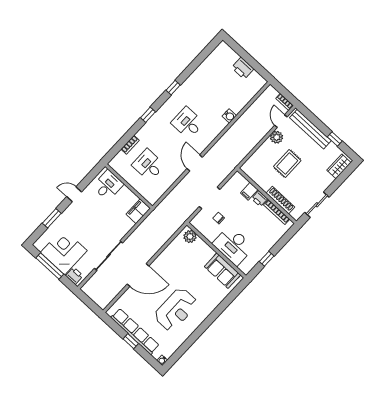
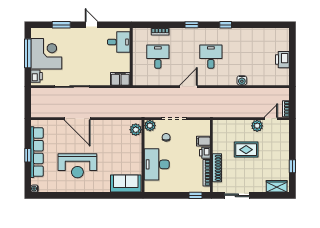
bench: (310, 129) -> (284, 144), removed
plant: (197, 222) -> (150, 126), added
window: (267, 259) -> (196, 195), moved
sofa: (222, 271) -> (126, 183), moved, turned 90

